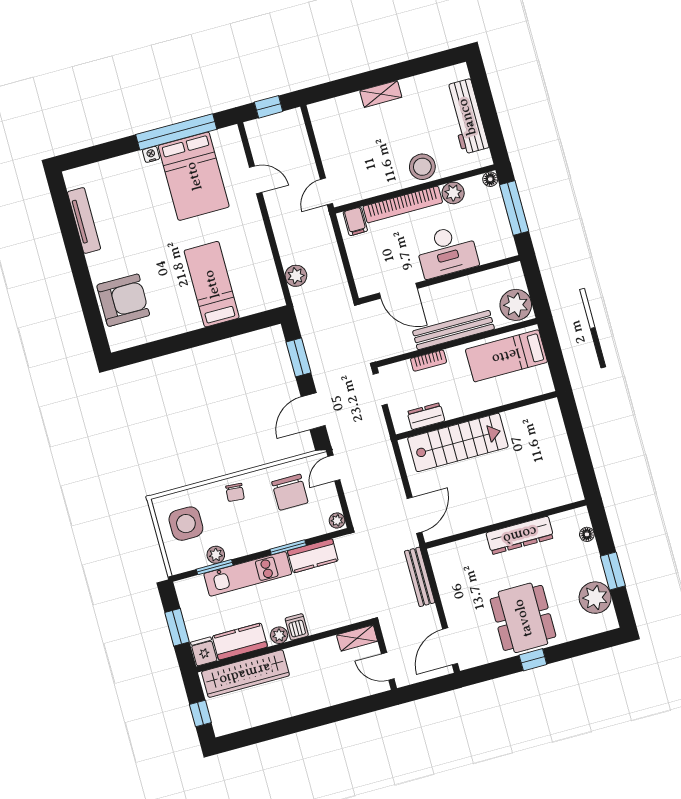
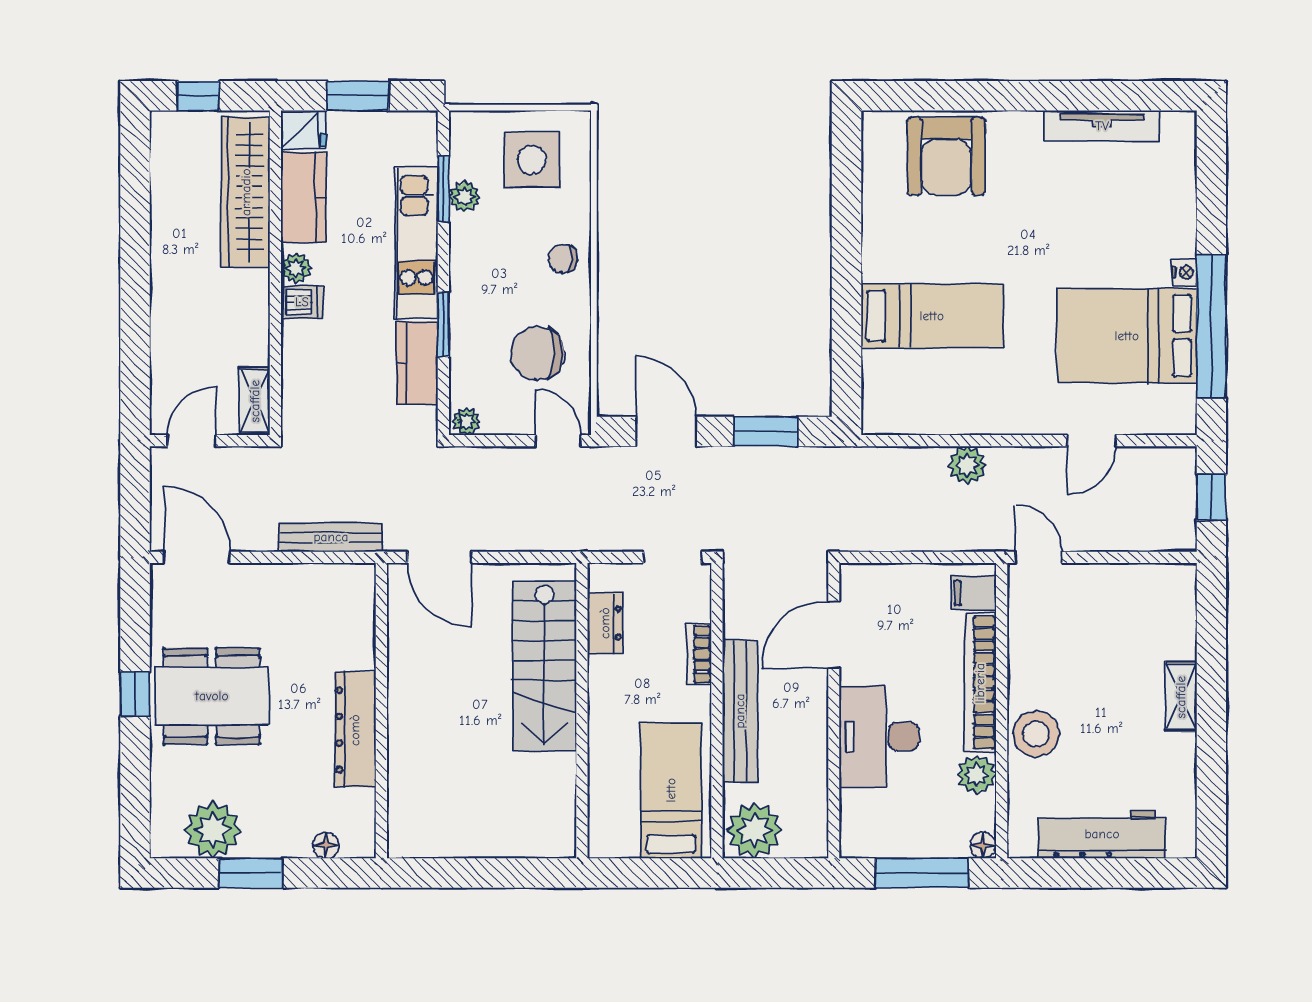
plant: (296, 276) -> (967, 465), moved

